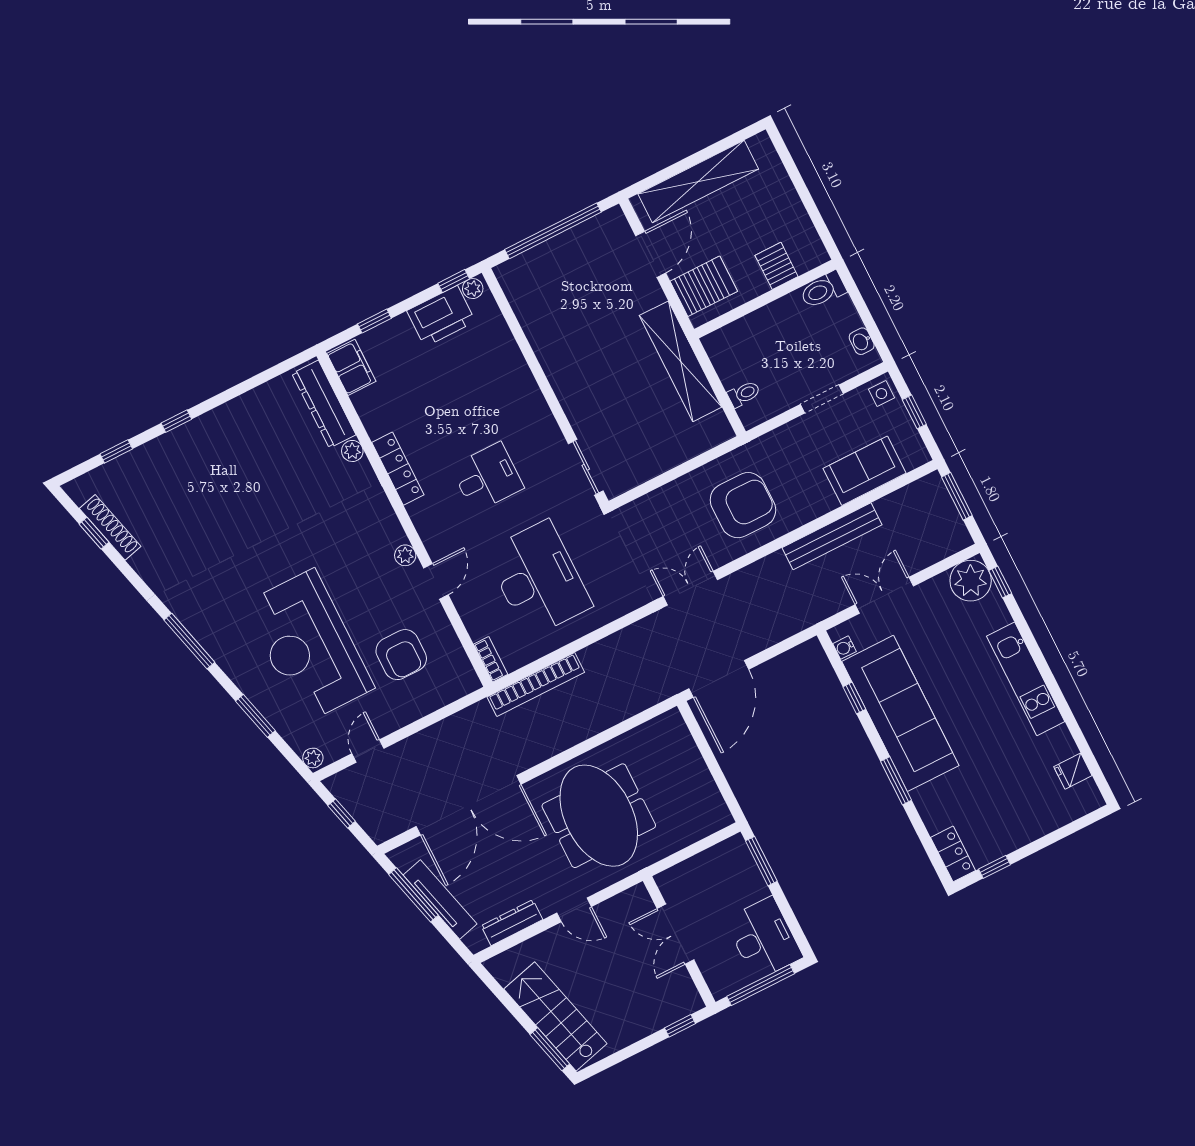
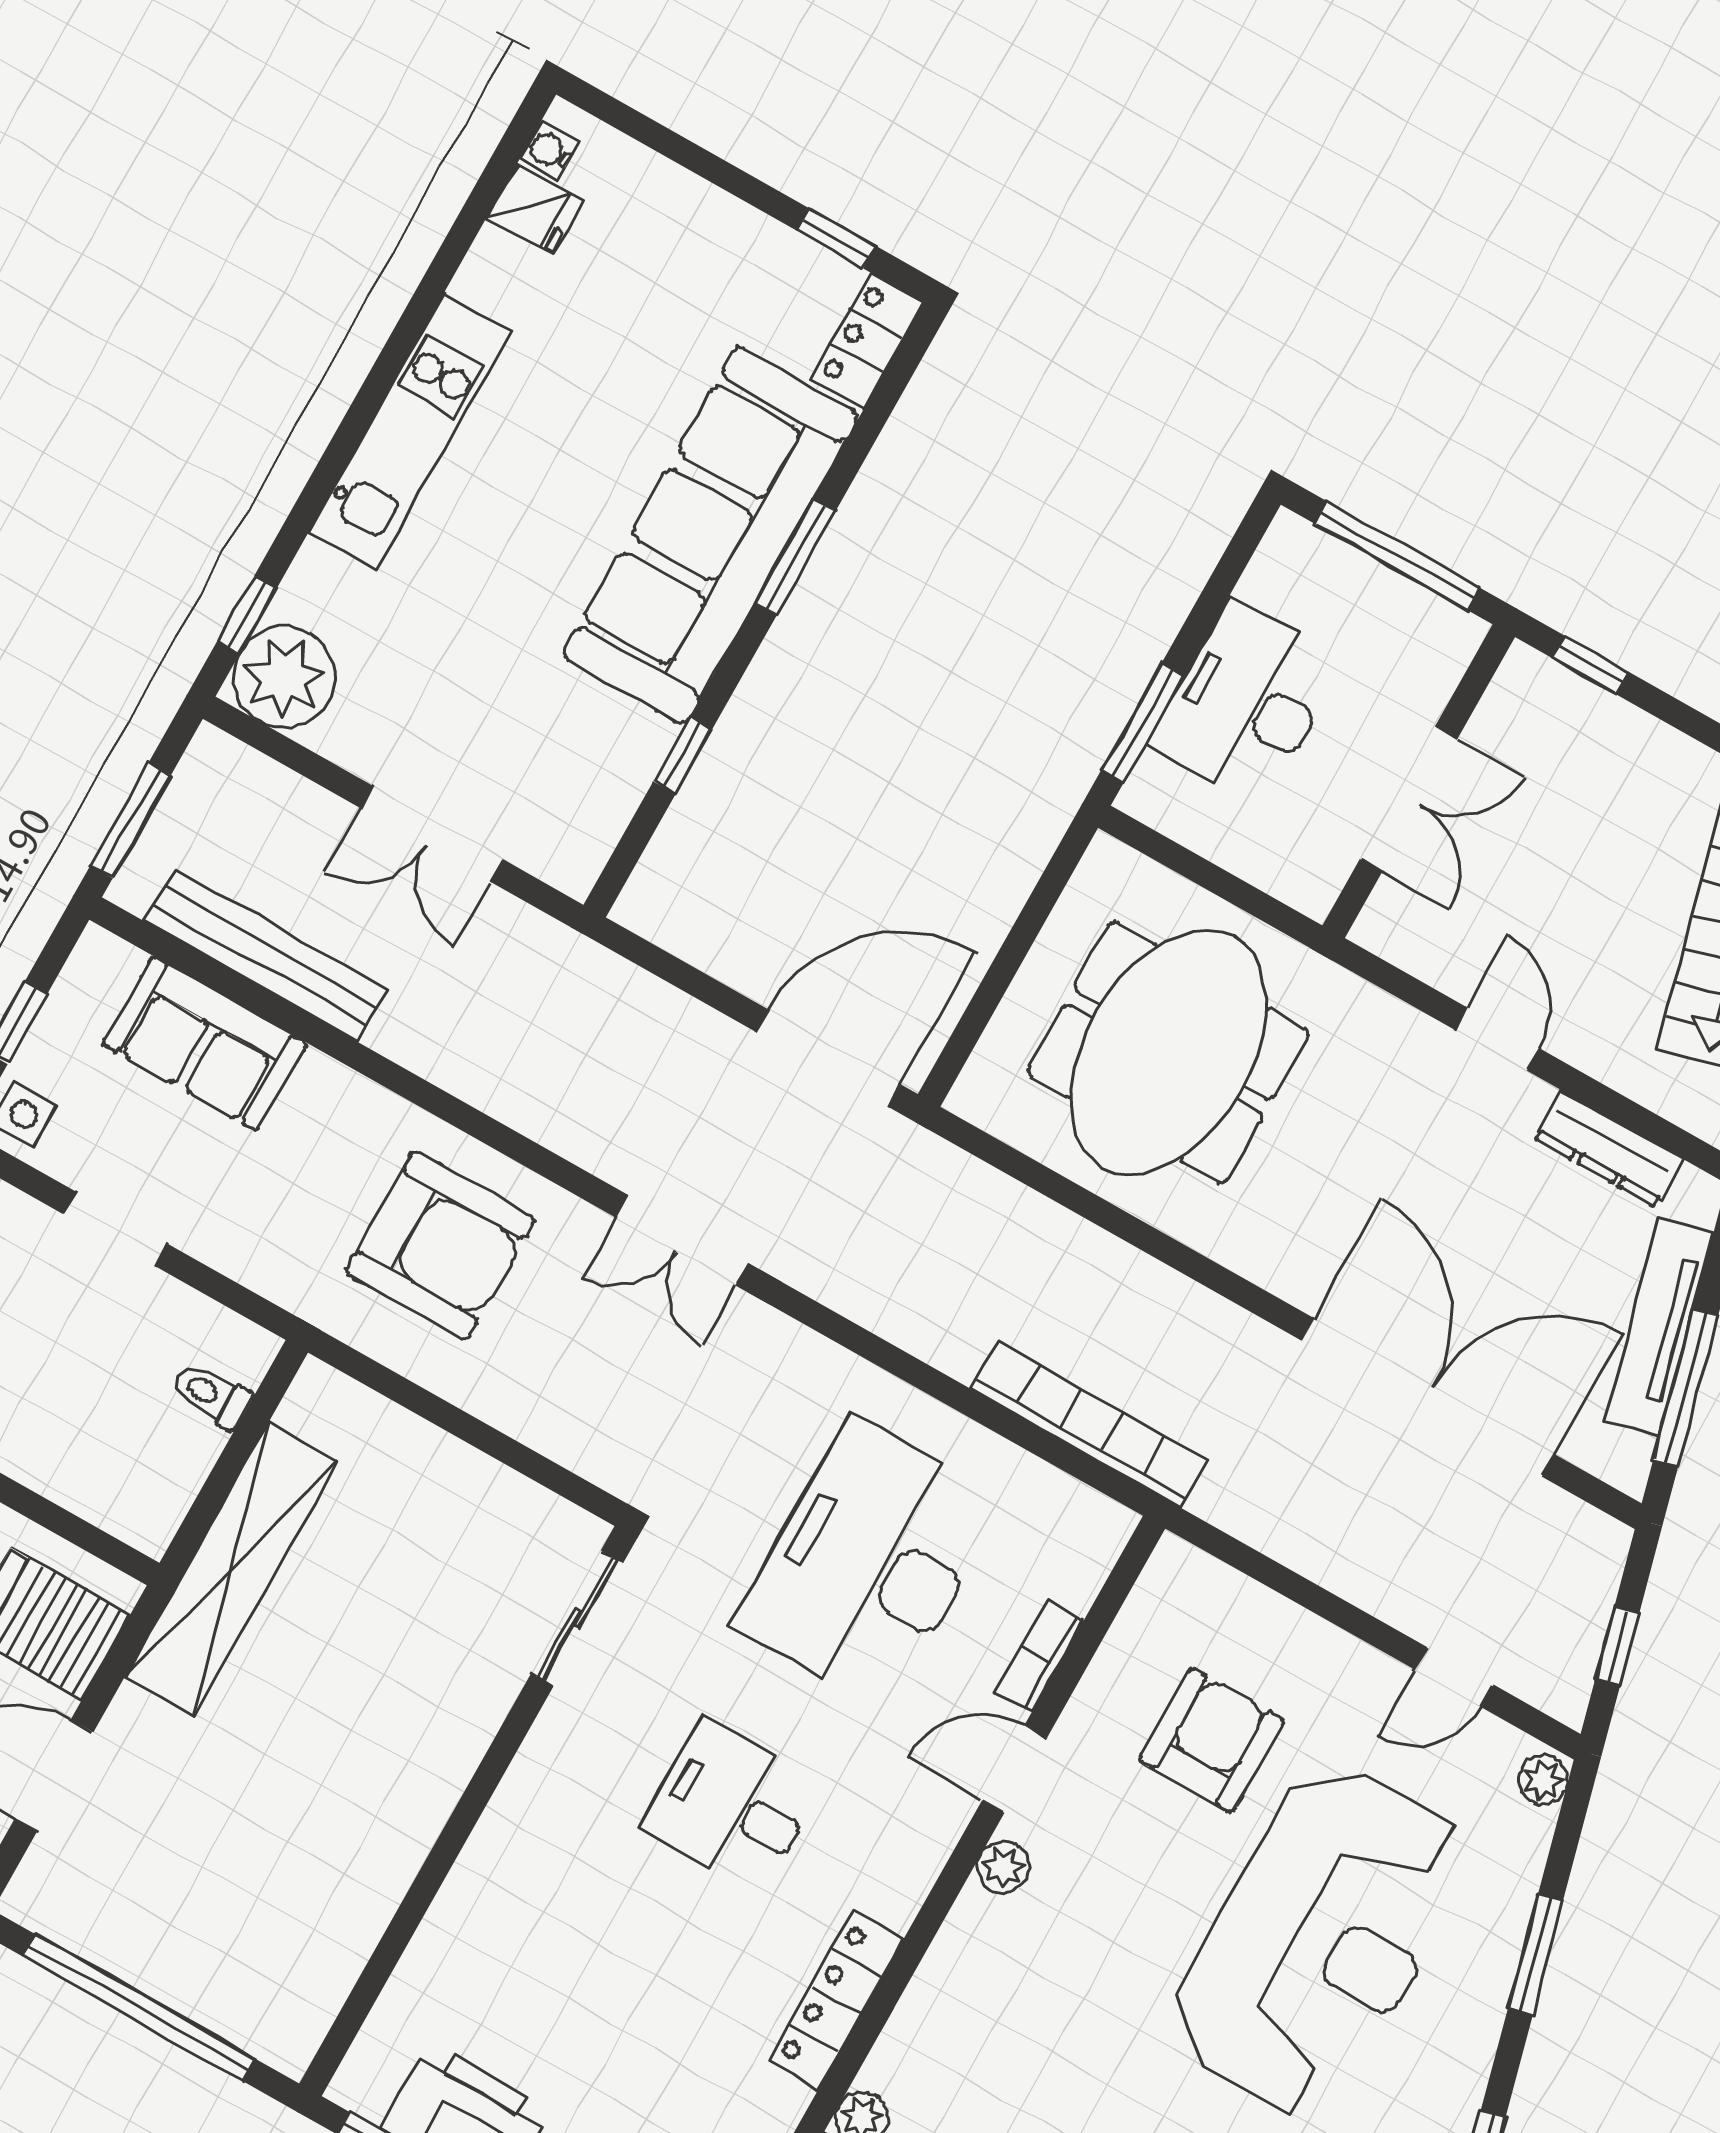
plant: (473, 289) -> (366, 2093), removed
armchair: (743, 505) -> (440, 1246), turned 180
bench: (832, 536) -> (266, 955), moved
water cooler: (845, 648) -> (549, 151), moved, turned 180
bookcase: (491, 659) -> (1040, 1656), moved
sofa: (900, 713) -> (711, 535), moved
meeting table: (599, 816) -> (1168, 1052), moved
desk: (764, 938) -> (1246, 703), moved

